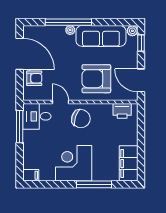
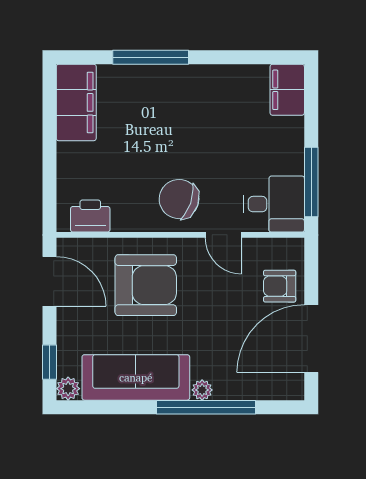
door: (20, 54) -> (311, 339), hinge flipped
corner desk: (74, 163) -> (195, 103), removed
filing cabinet: (31, 175) -> (287, 90), width x2.00

